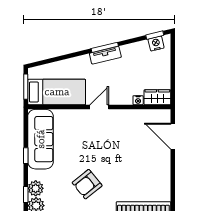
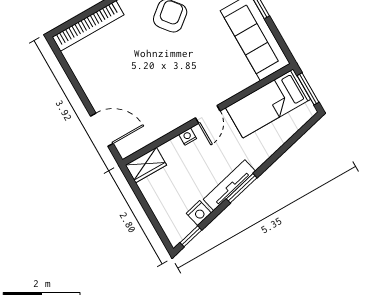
nightstand: (156, 43) -> (199, 213), moved
tv unit: (105, 55) -> (229, 185), width x1.41
nightstand: (138, 100) -> (188, 137), moved

